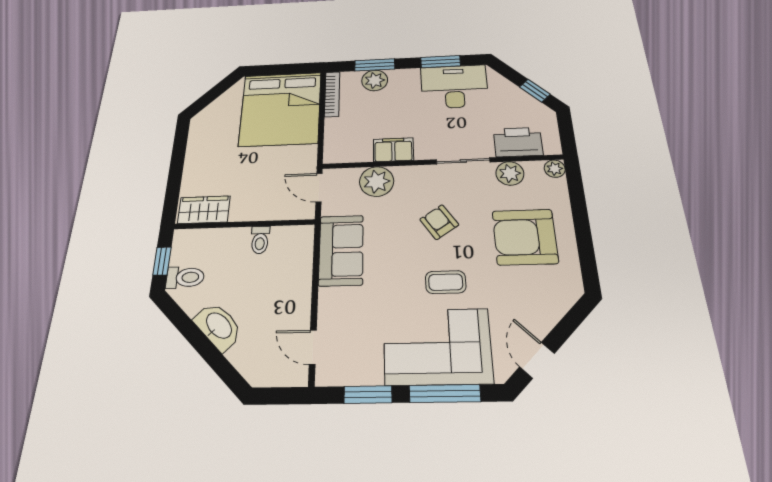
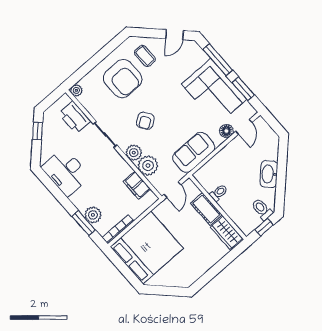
window: (440, 62) -> (55, 191), removed
filing cabinet: (393, 150) -> (137, 185), moved
plant: (510, 173) -> (134, 153), moved
cot: (256, 209) -> (206, 209), added
coffee table: (446, 282) -> (145, 56), moved
floor lamp: (329, 317) -> (226, 131), added
corner sofa: (437, 346) -> (214, 92), moved

